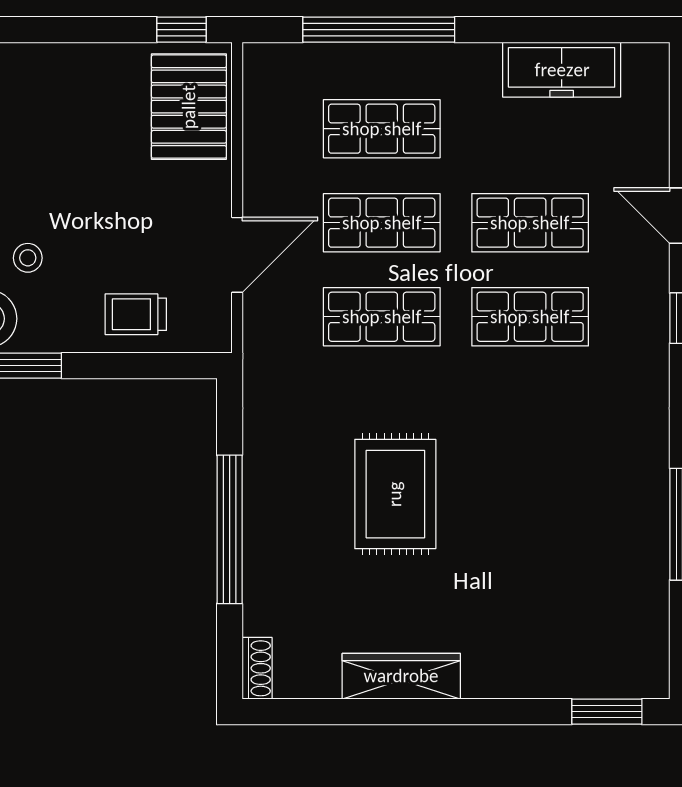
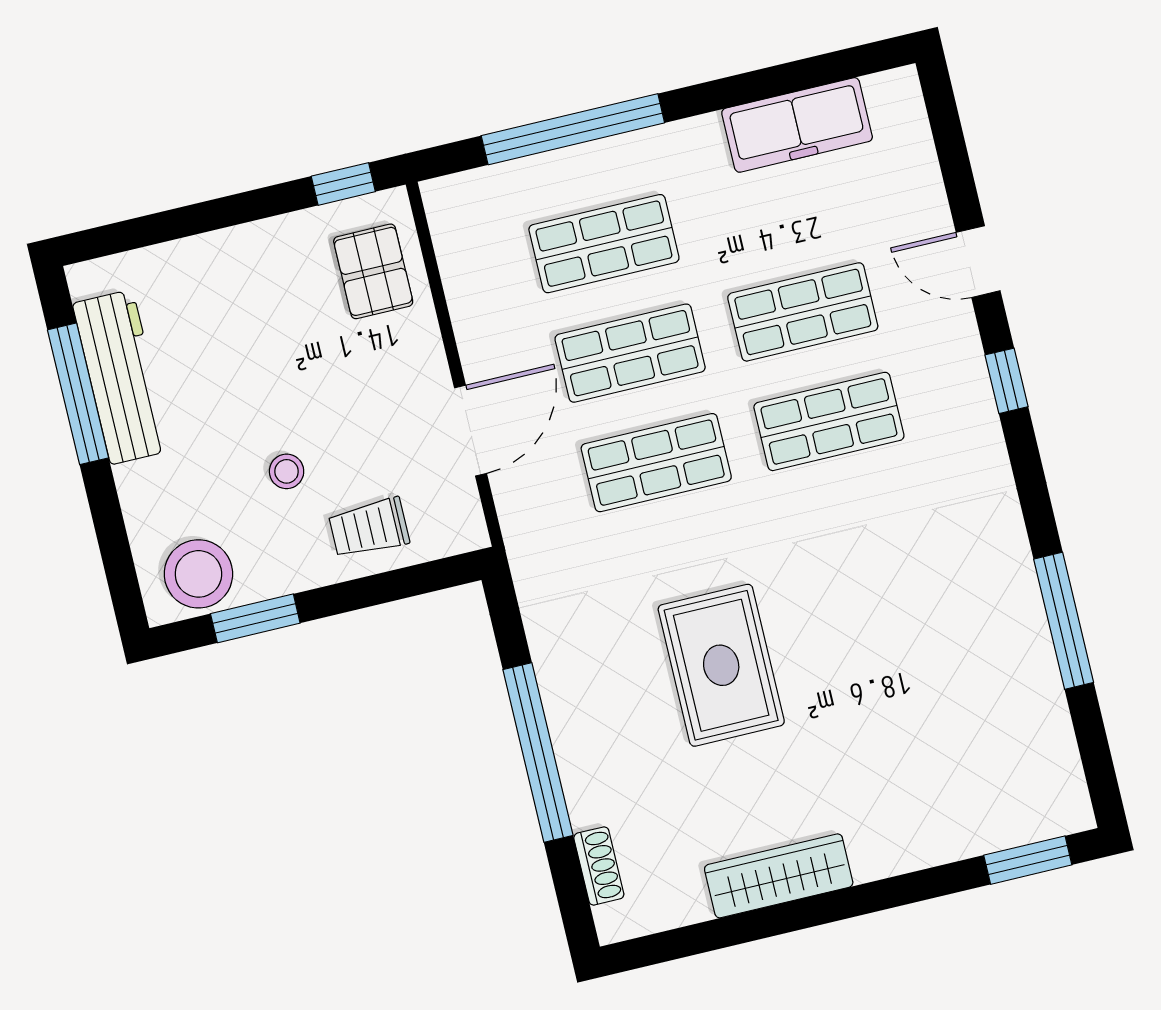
pallet: (189, 107) -> (373, 271), width x0.67, depth x0.71
stool: (28, 258) -> (287, 471), moved
shoe rack: (257, 668) -> (599, 866), moved

